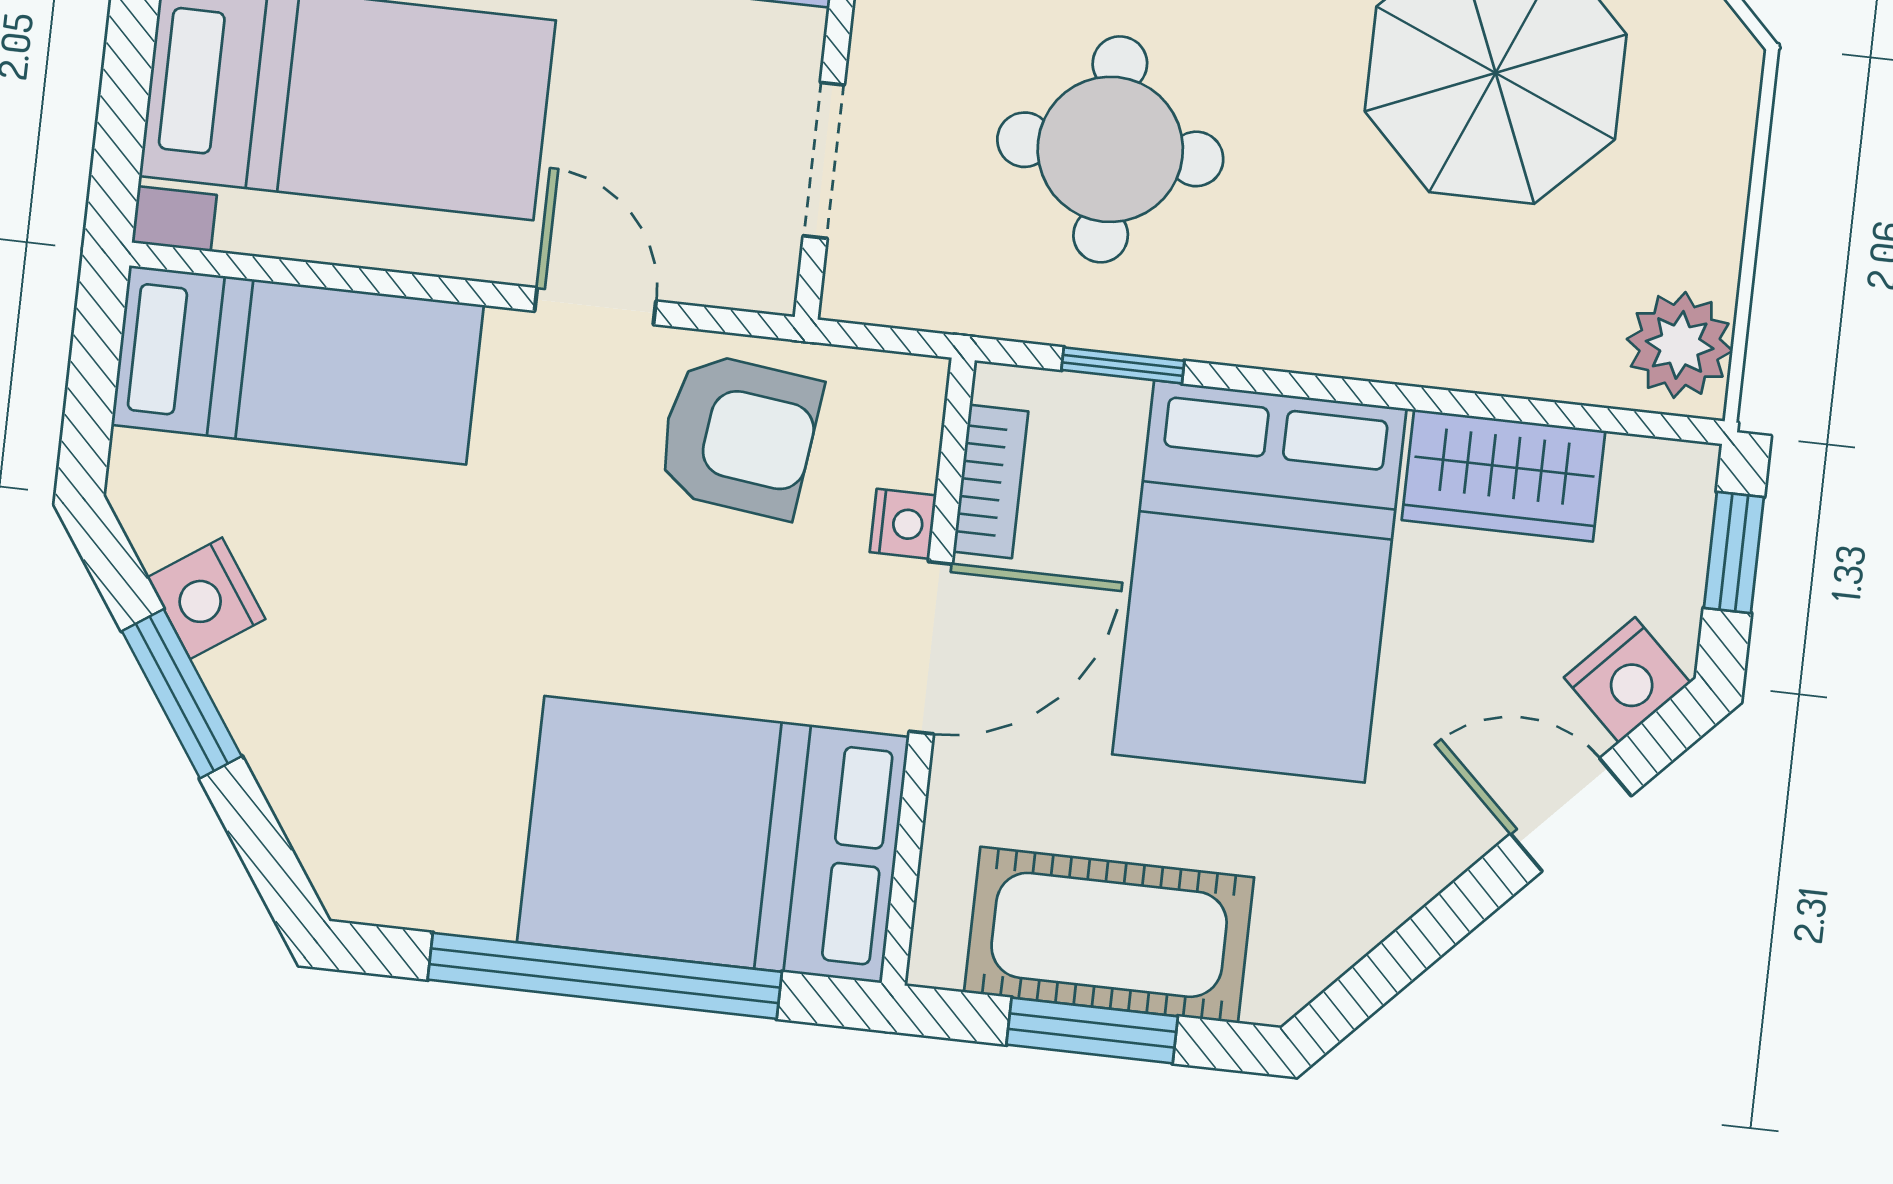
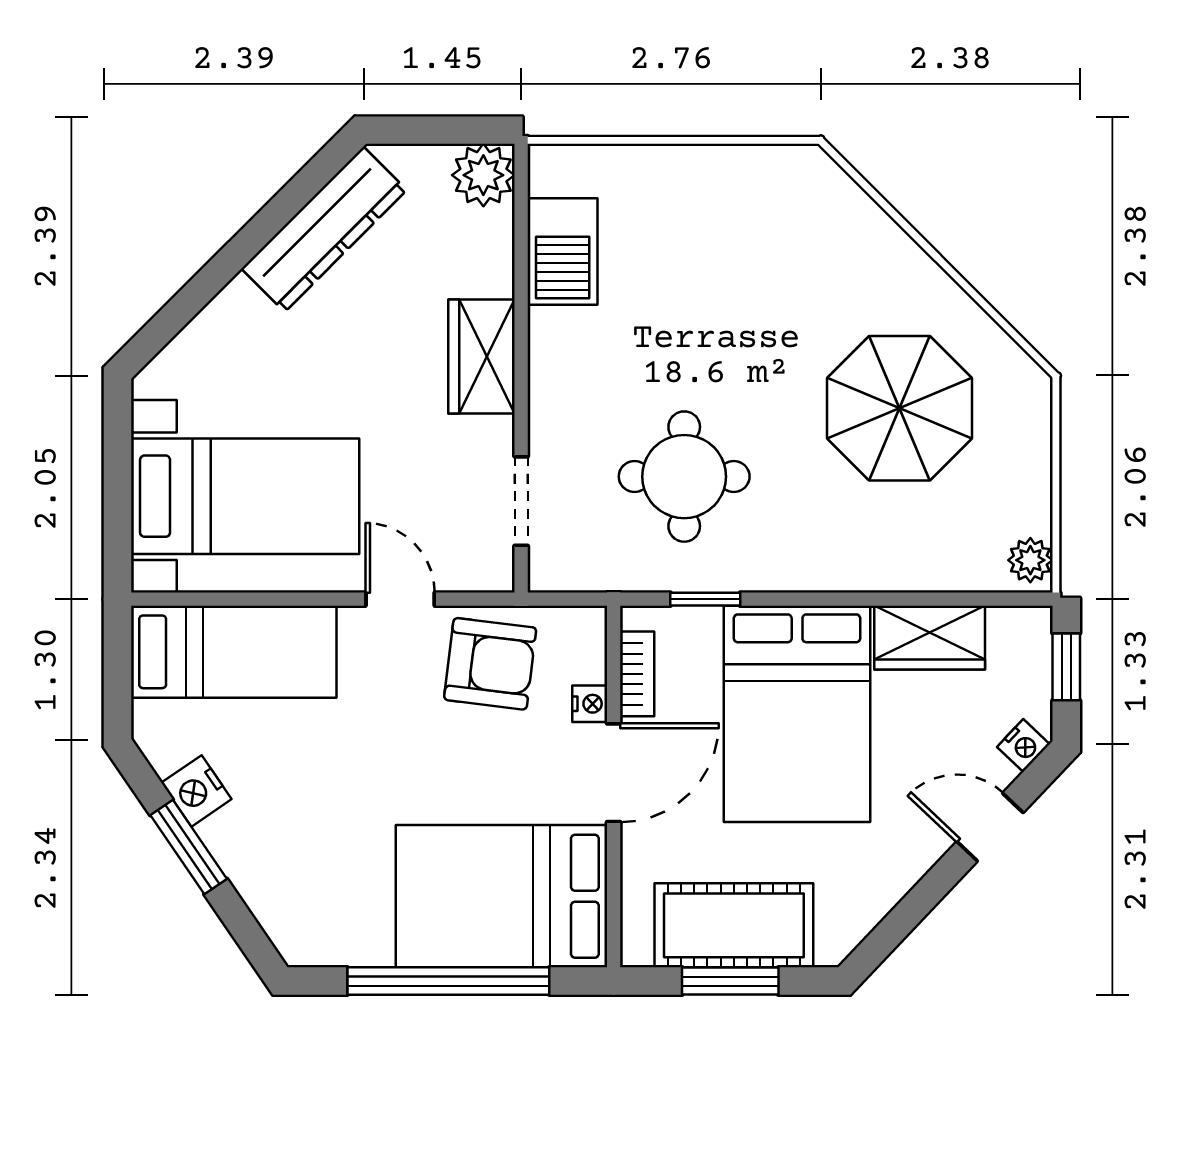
plant: (1680, 345) -> (1030, 560), width x0.73, depth x0.73
nightstand: (1627, 680) -> (1023, 746), width x0.72, depth x0.74

